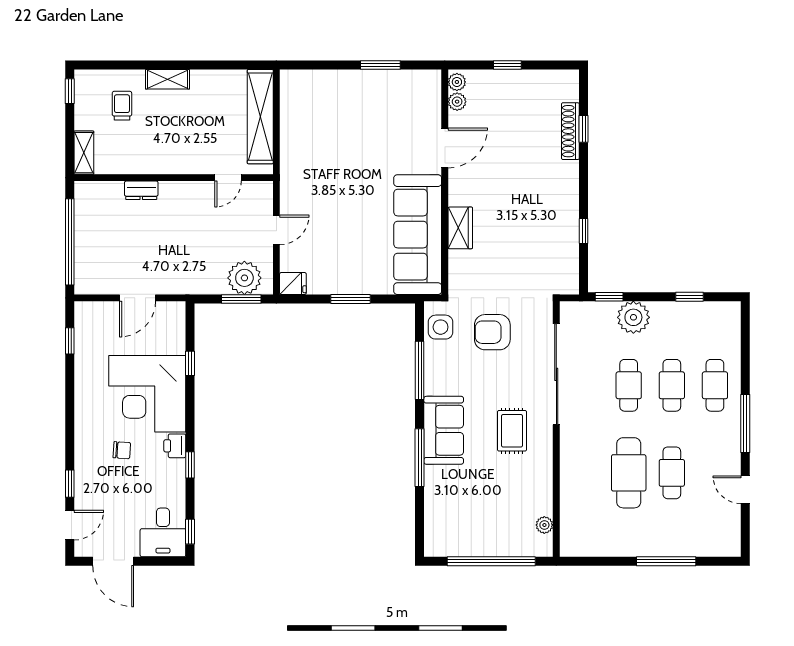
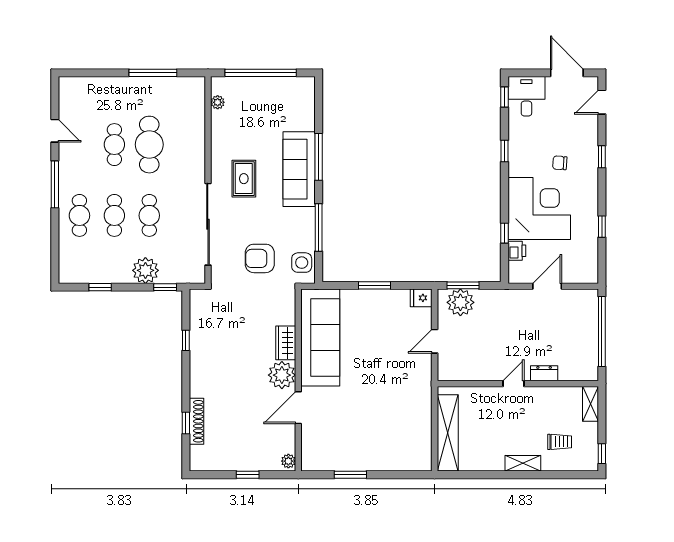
plant: (457, 102) -> (282, 375), moved, width x1.87, depth x1.87
trolley: (122, 106) -> (560, 442), turned -90
door: (228, 178) -> (513, 384), moved
armchair: (492, 332) -> (260, 258), turned 180
window: (70, 341) -> (602, 227), moved
sofa: (444, 430) -> (299, 169), width x1.36
printer: (175, 446) -> (517, 251), moved
window: (70, 484) -> (602, 157), moved
window: (666, 561) -> (153, 73), moved

